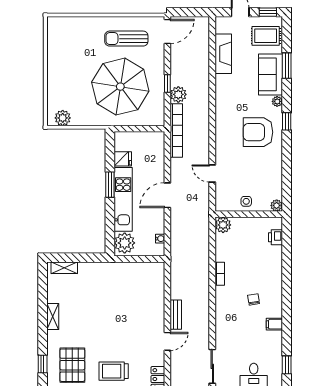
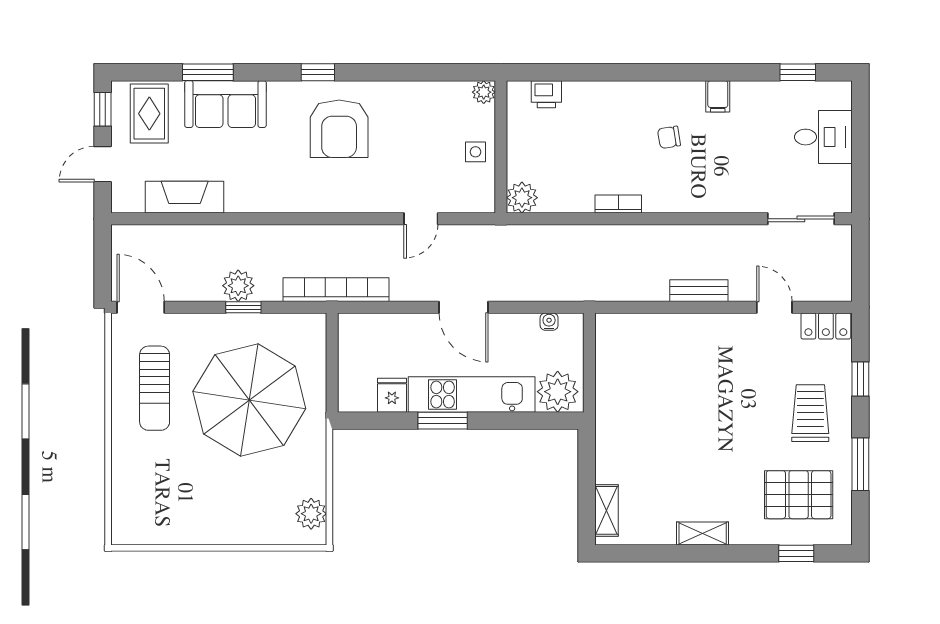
plant: (178, 94) -> (238, 286), moved
plant: (277, 101) -> (279, 91), removed
door: (167, 341) -> (774, 307), moved
trolley: (114, 371) -> (810, 413), turned 180

